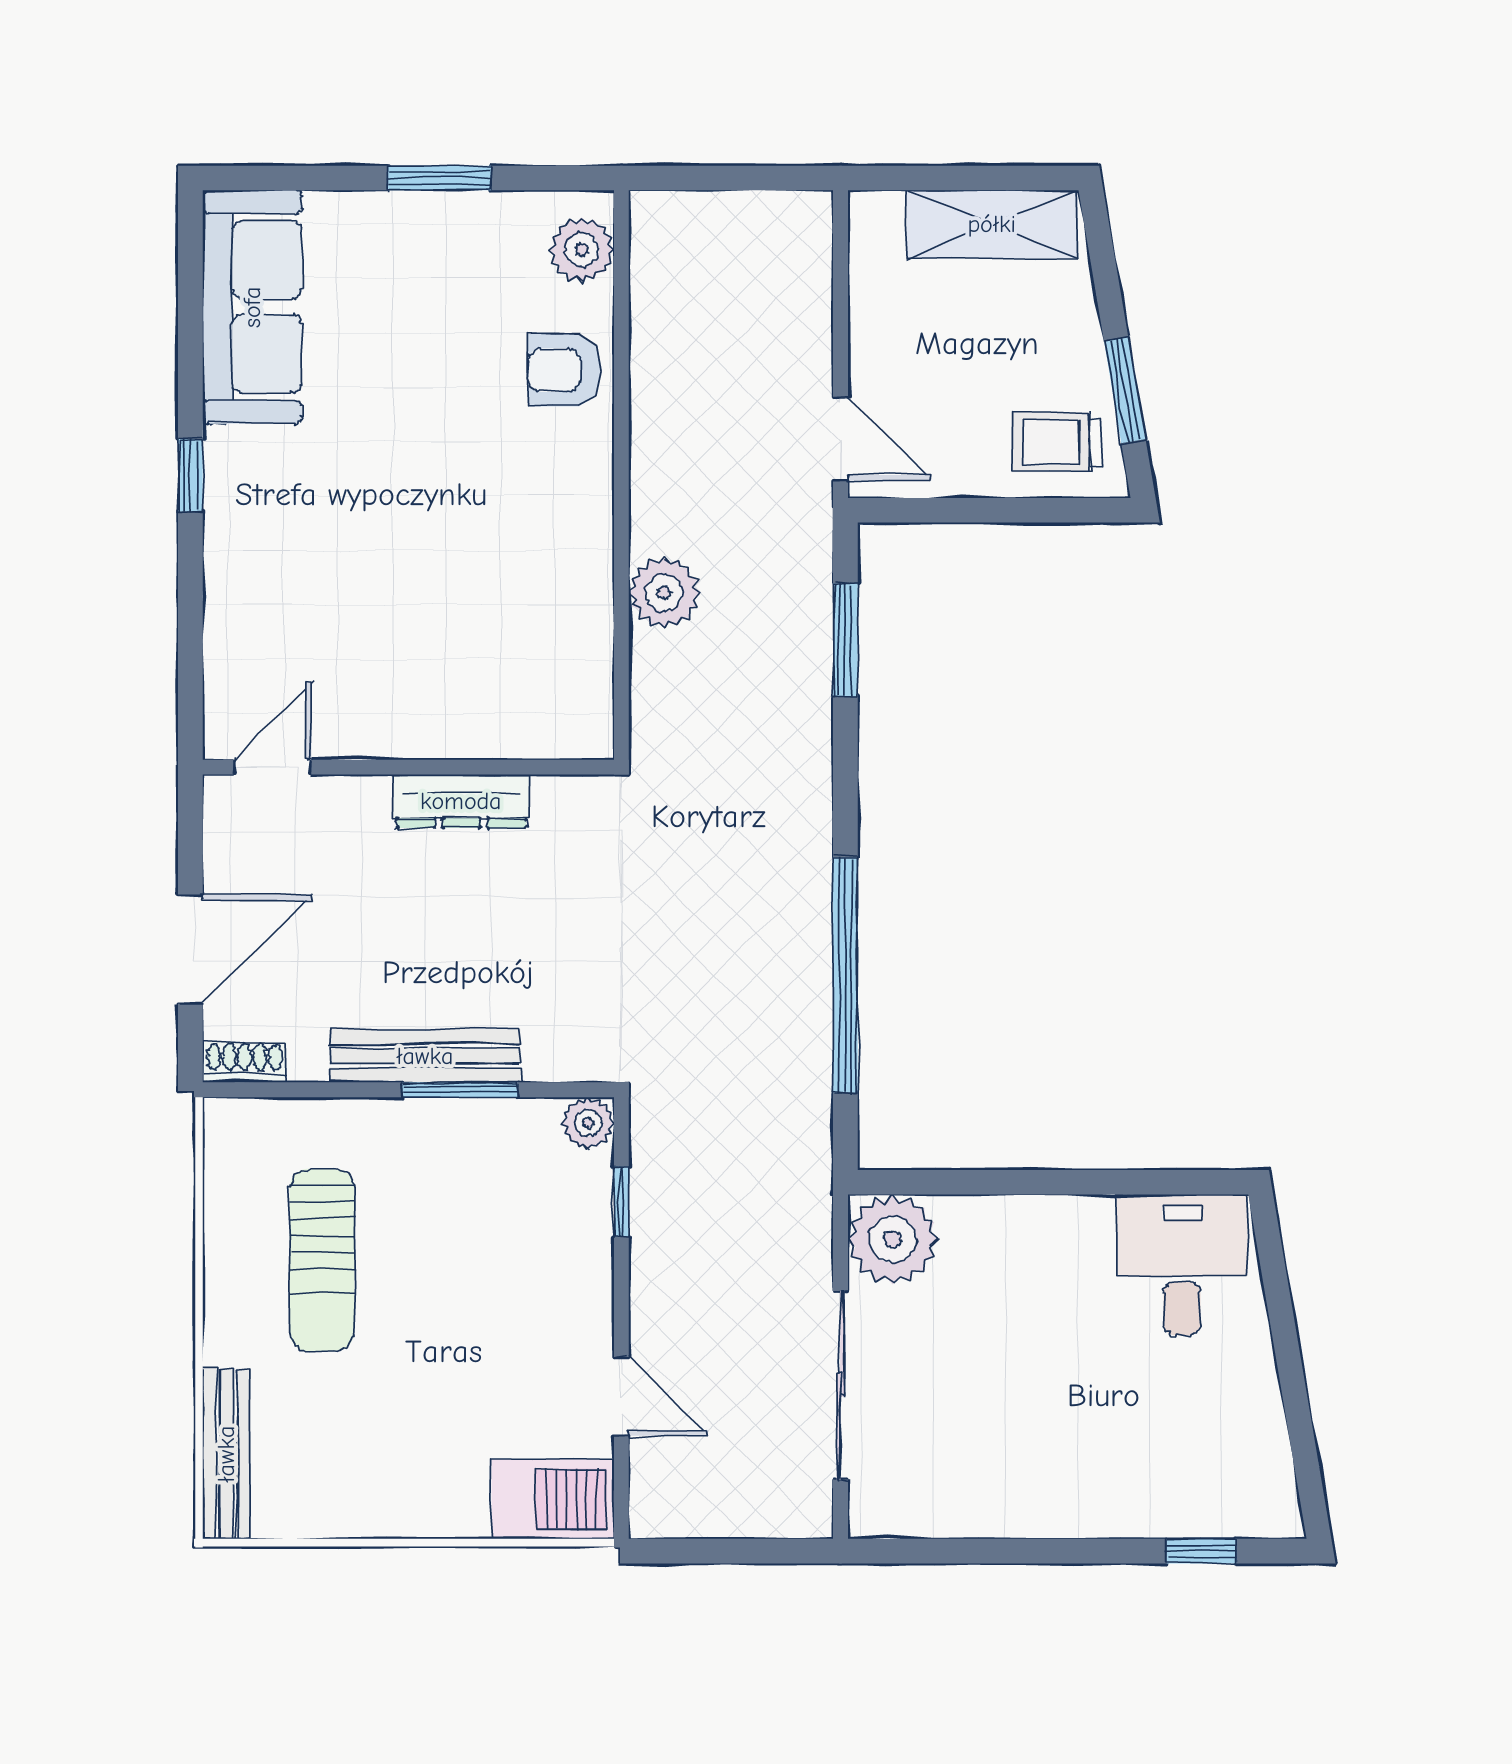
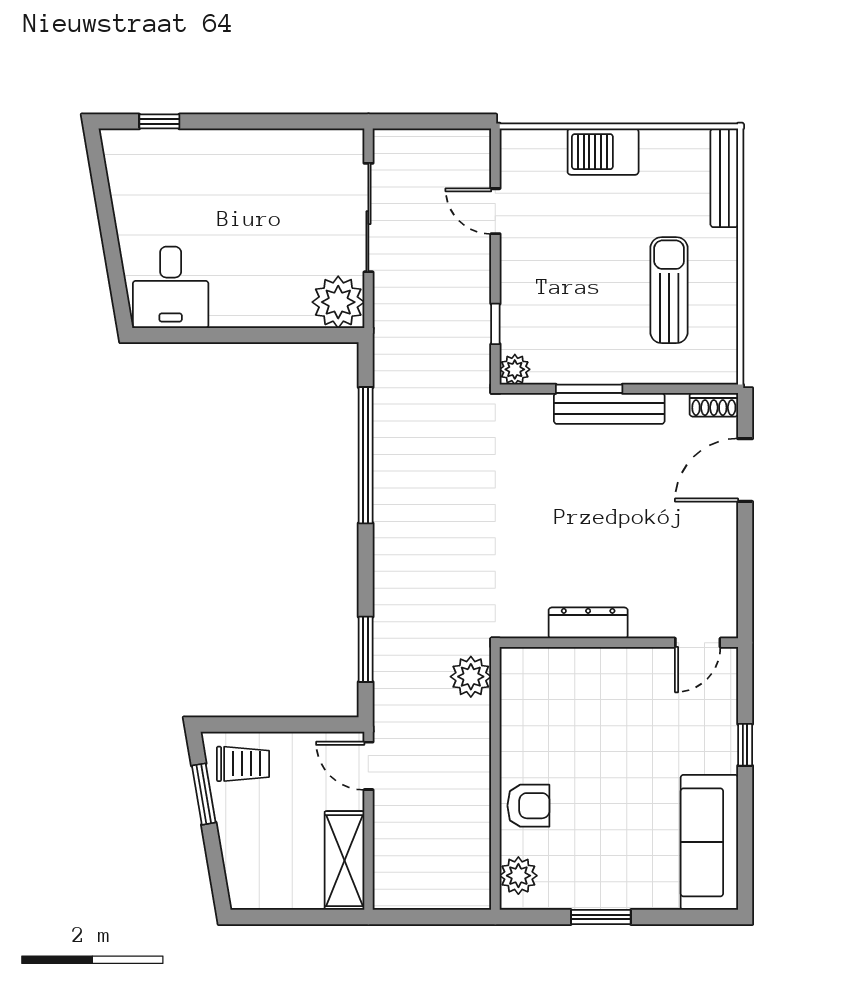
shelving: (992, 224) -> (345, 861), moved, turned 90
door: (272, 767) -> (698, 643), moved
wall: (408, 767) -> (619, 643), moved
dresser: (461, 801) -> (588, 623), moved
barbecue: (553, 1499) -> (603, 152), moved

